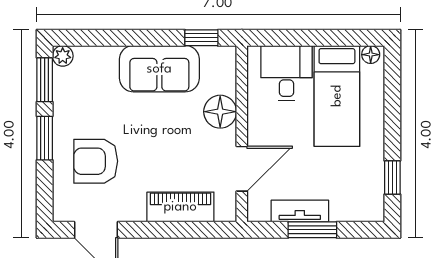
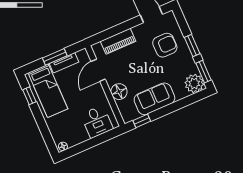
plant: (63, 56) -> (194, 83), width x1.88, depth x1.88
bed: (337, 96) -> (48, 91), moved, turned 180

